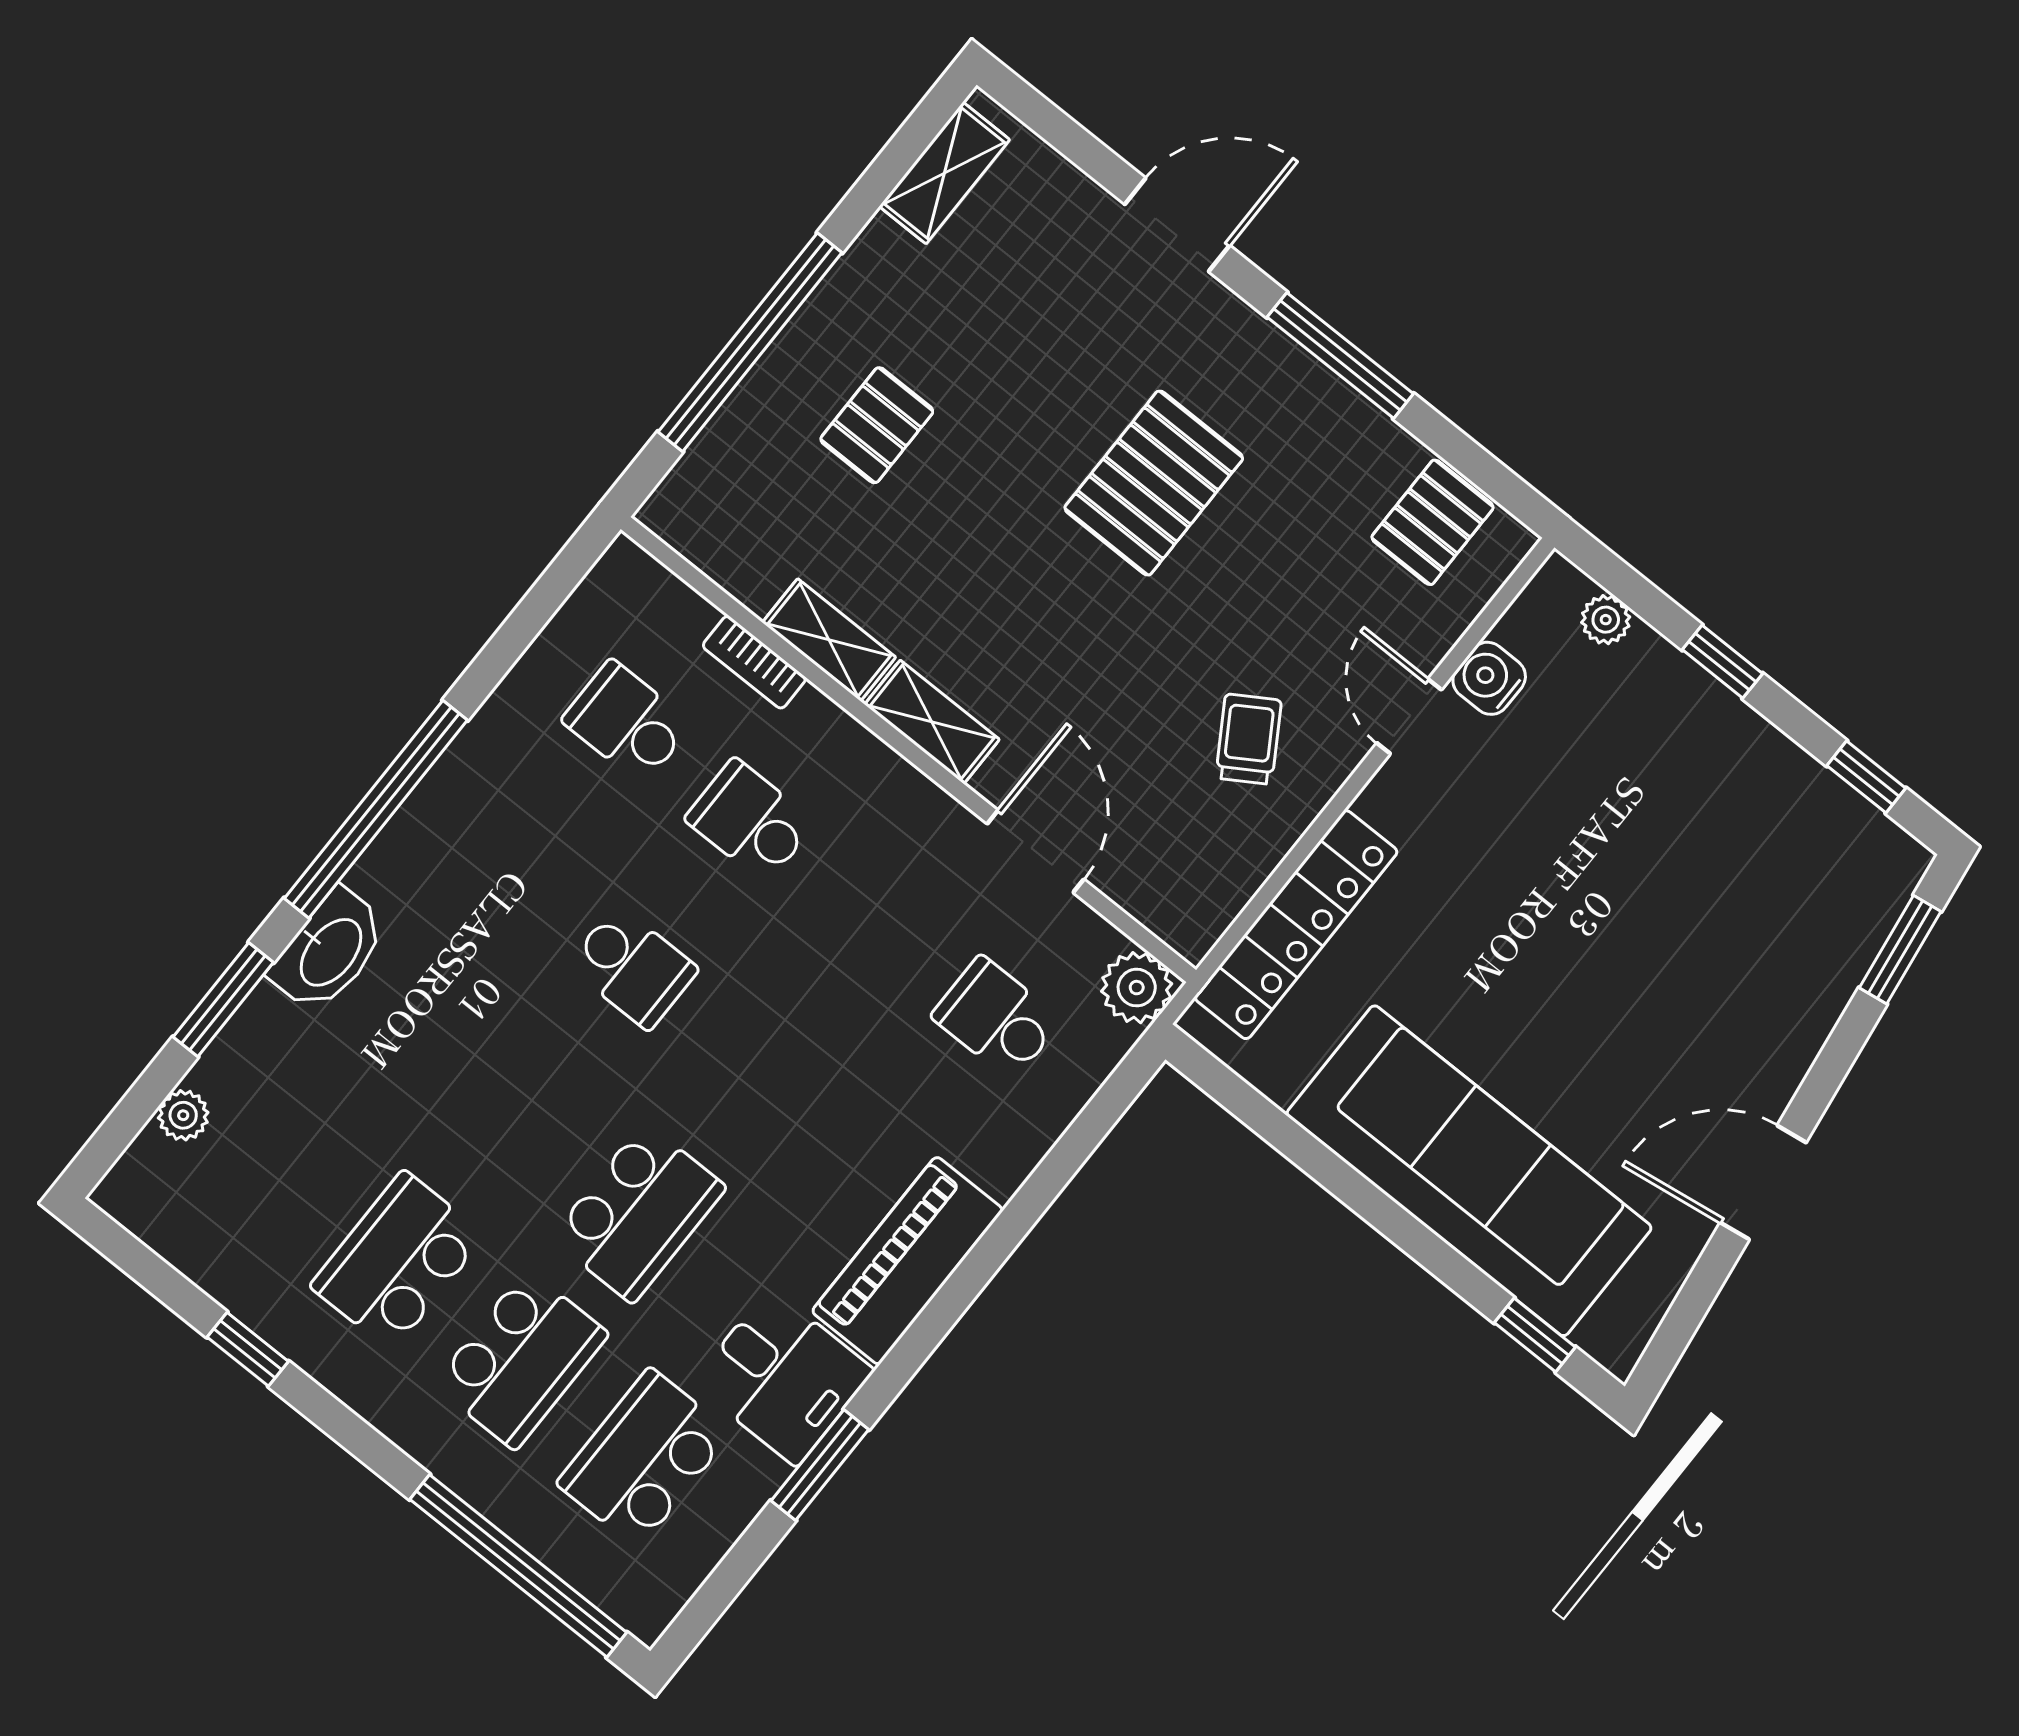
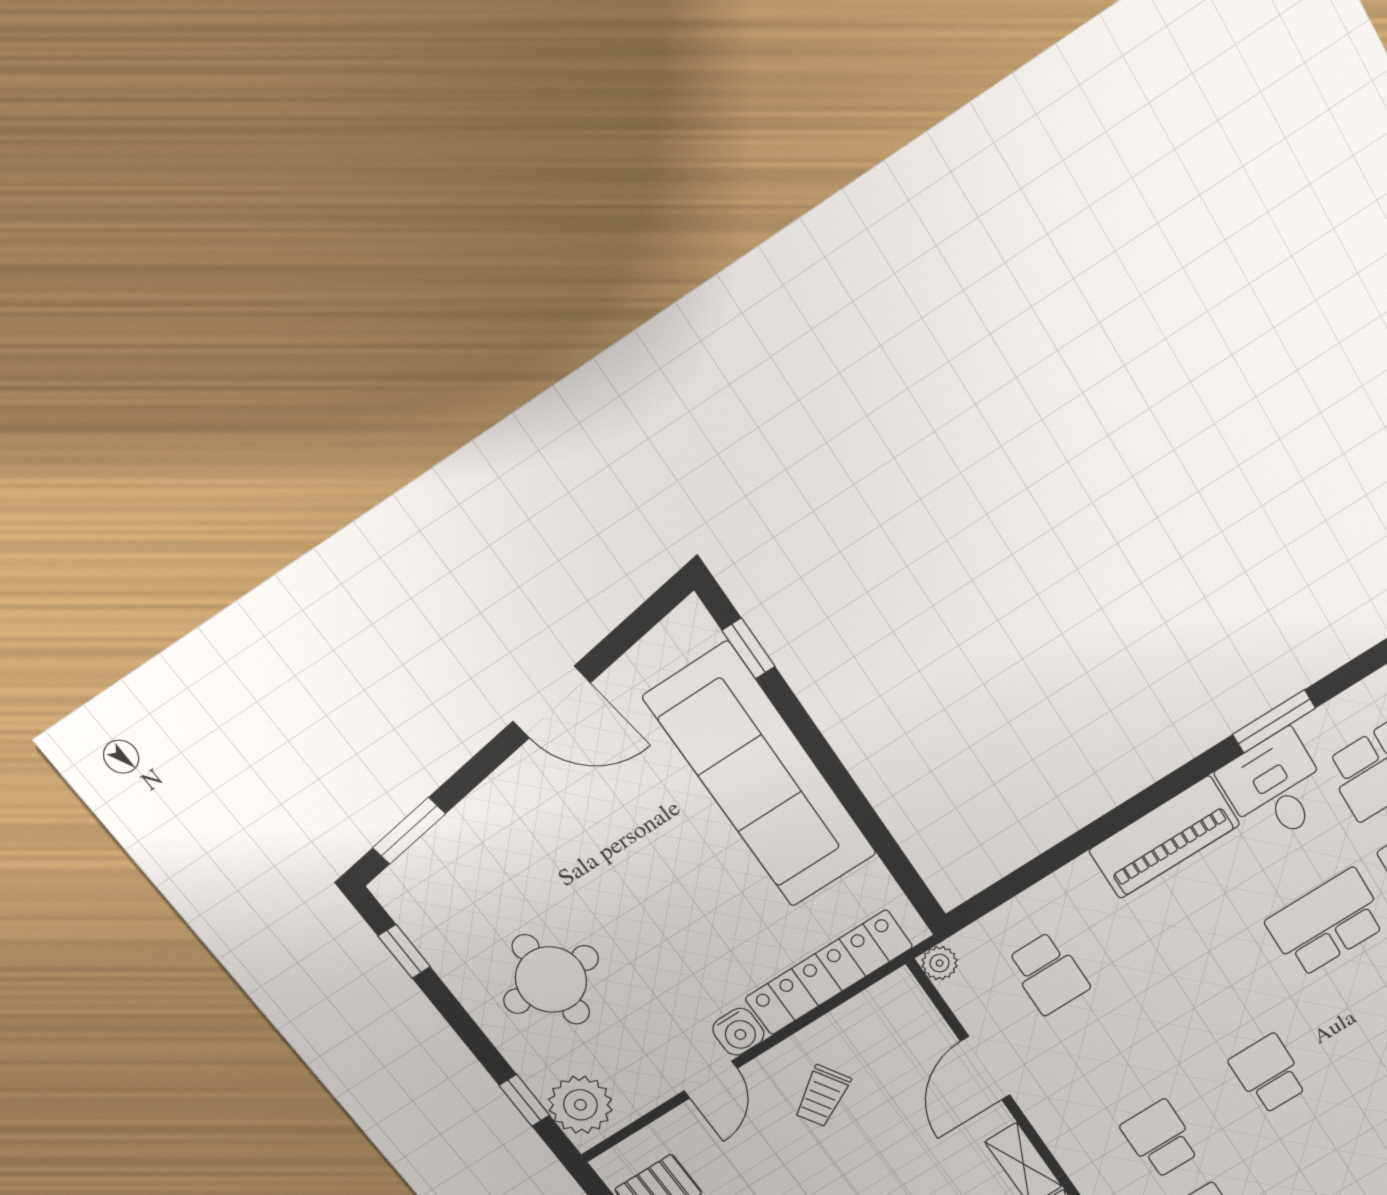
plant: (1606, 620) -> (580, 1105), width x1.88, depth x1.88
window: (1722, 662) -> (524, 1100), moved
water cooler: (1489, 678) -> (738, 1032), moved
round table: (1664, 797) -> (551, 980), added
school desk: (750, 821) -> (1160, 1139), turned 180
plant: (1137, 988) -> (940, 963), width x0.73, depth x0.73

